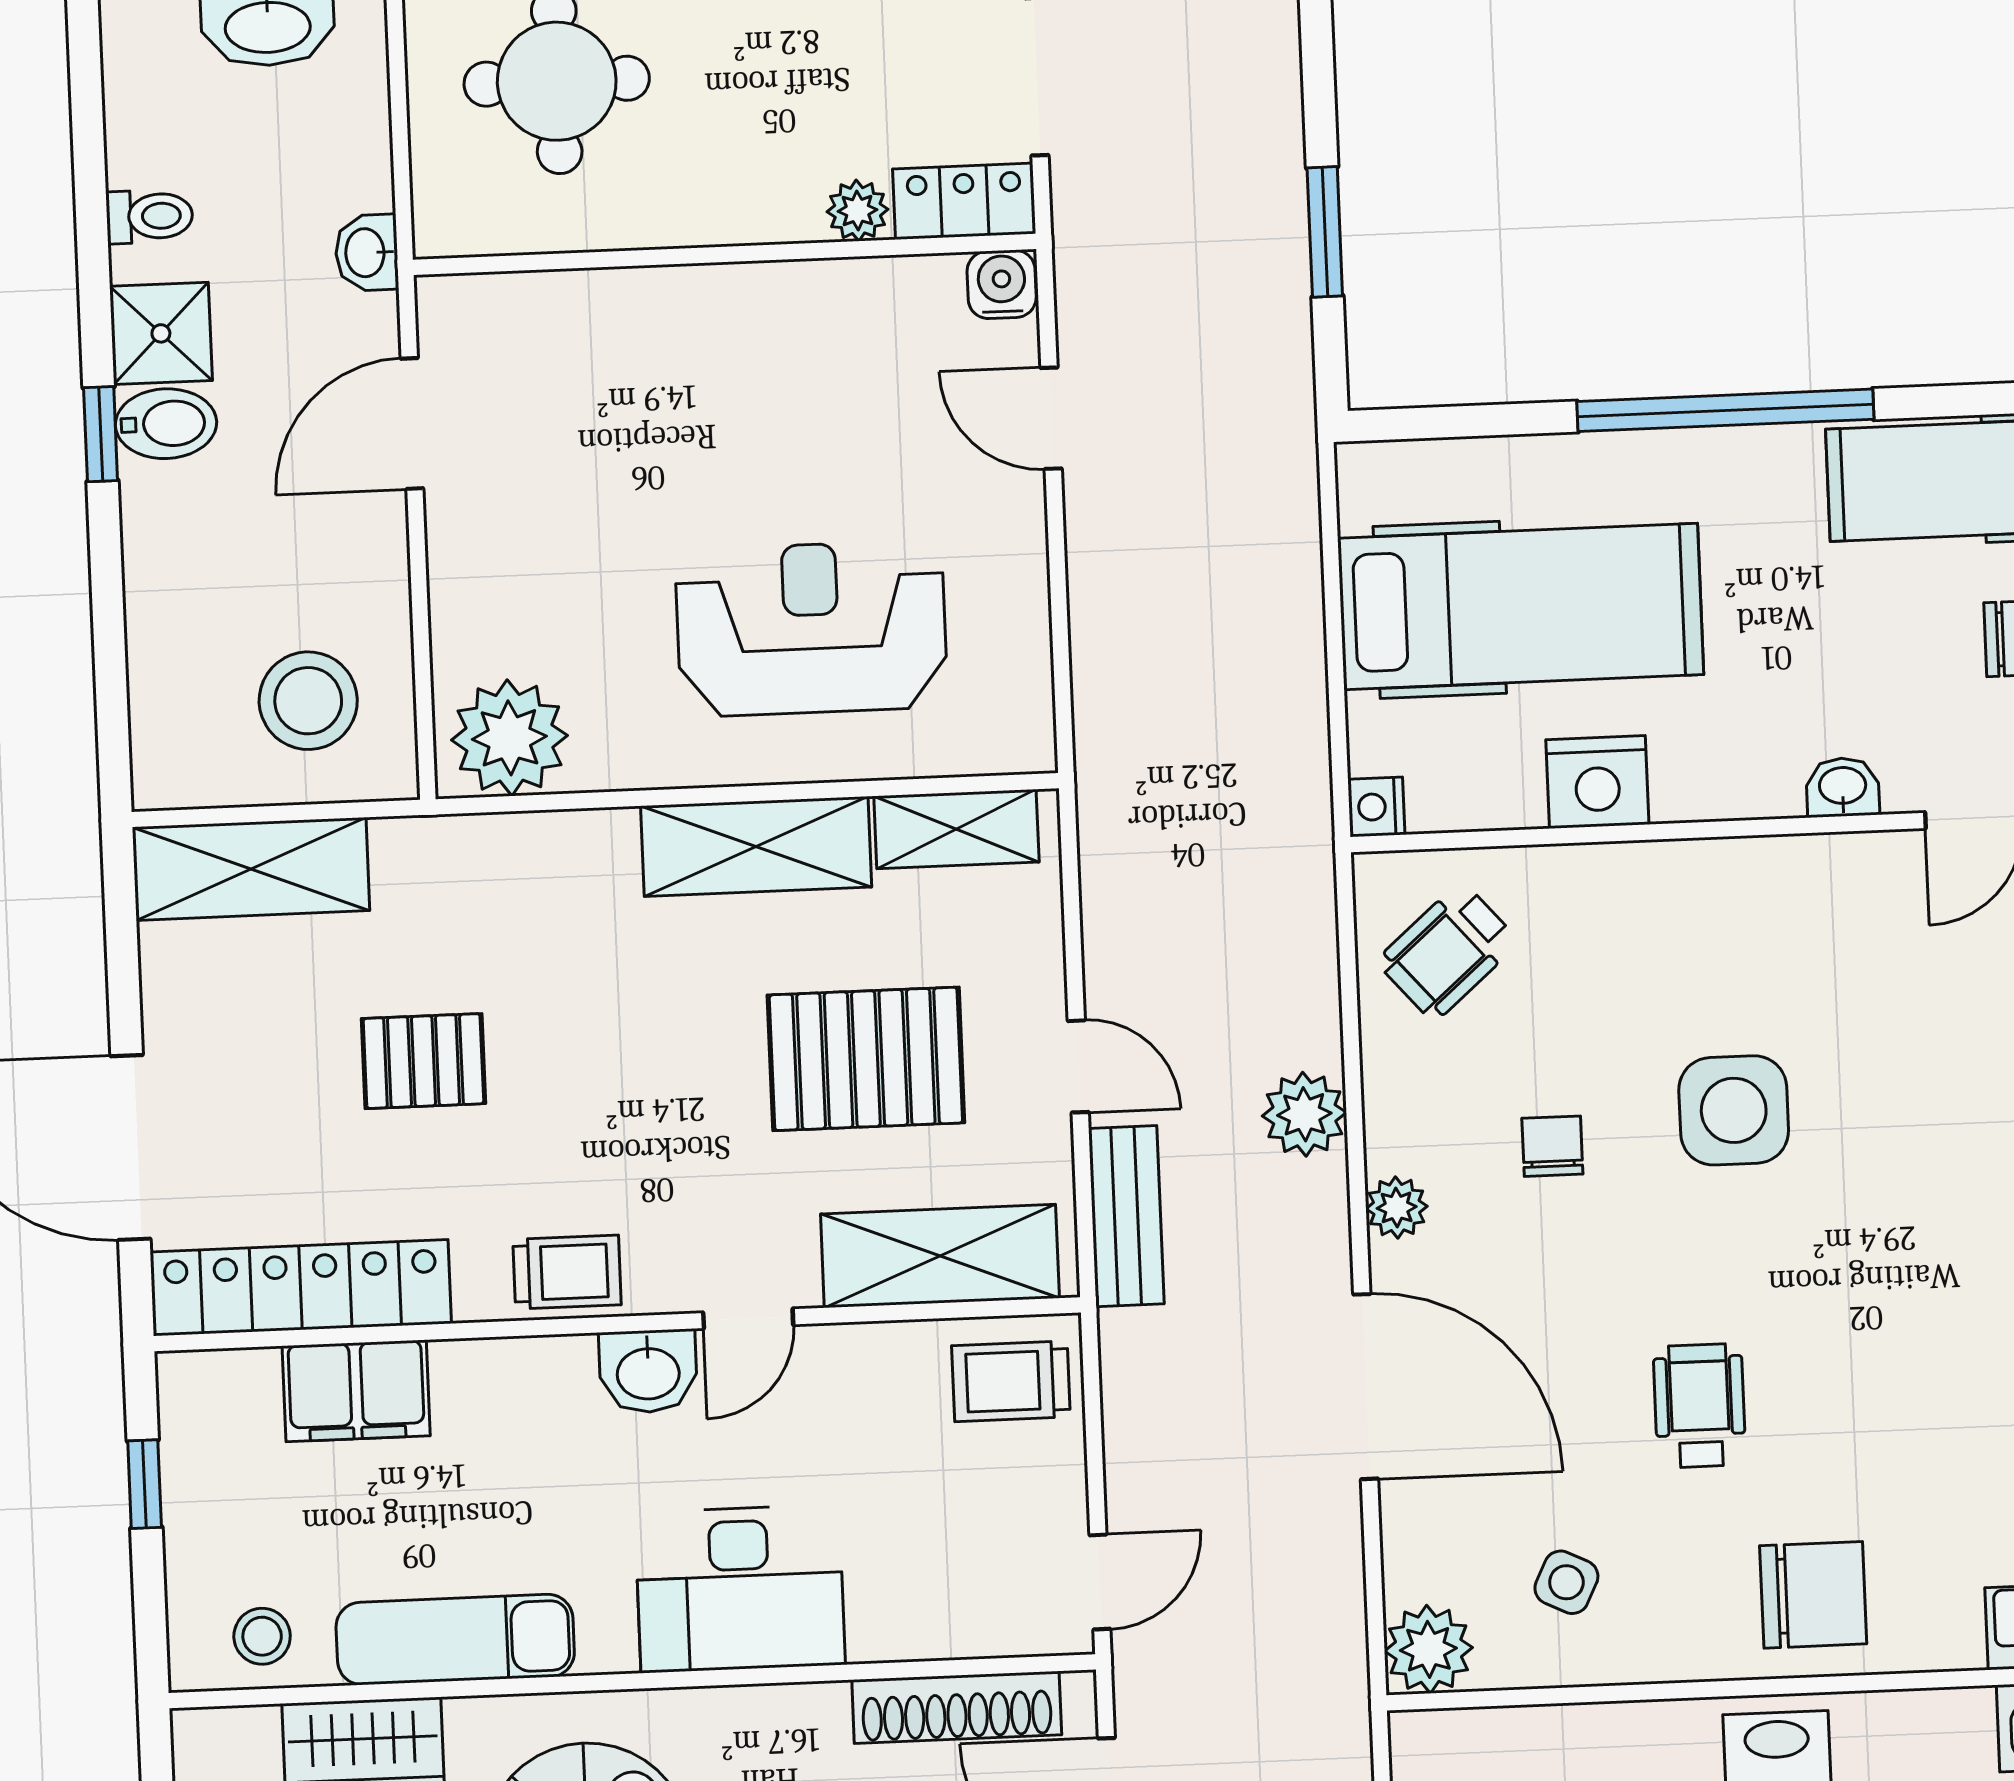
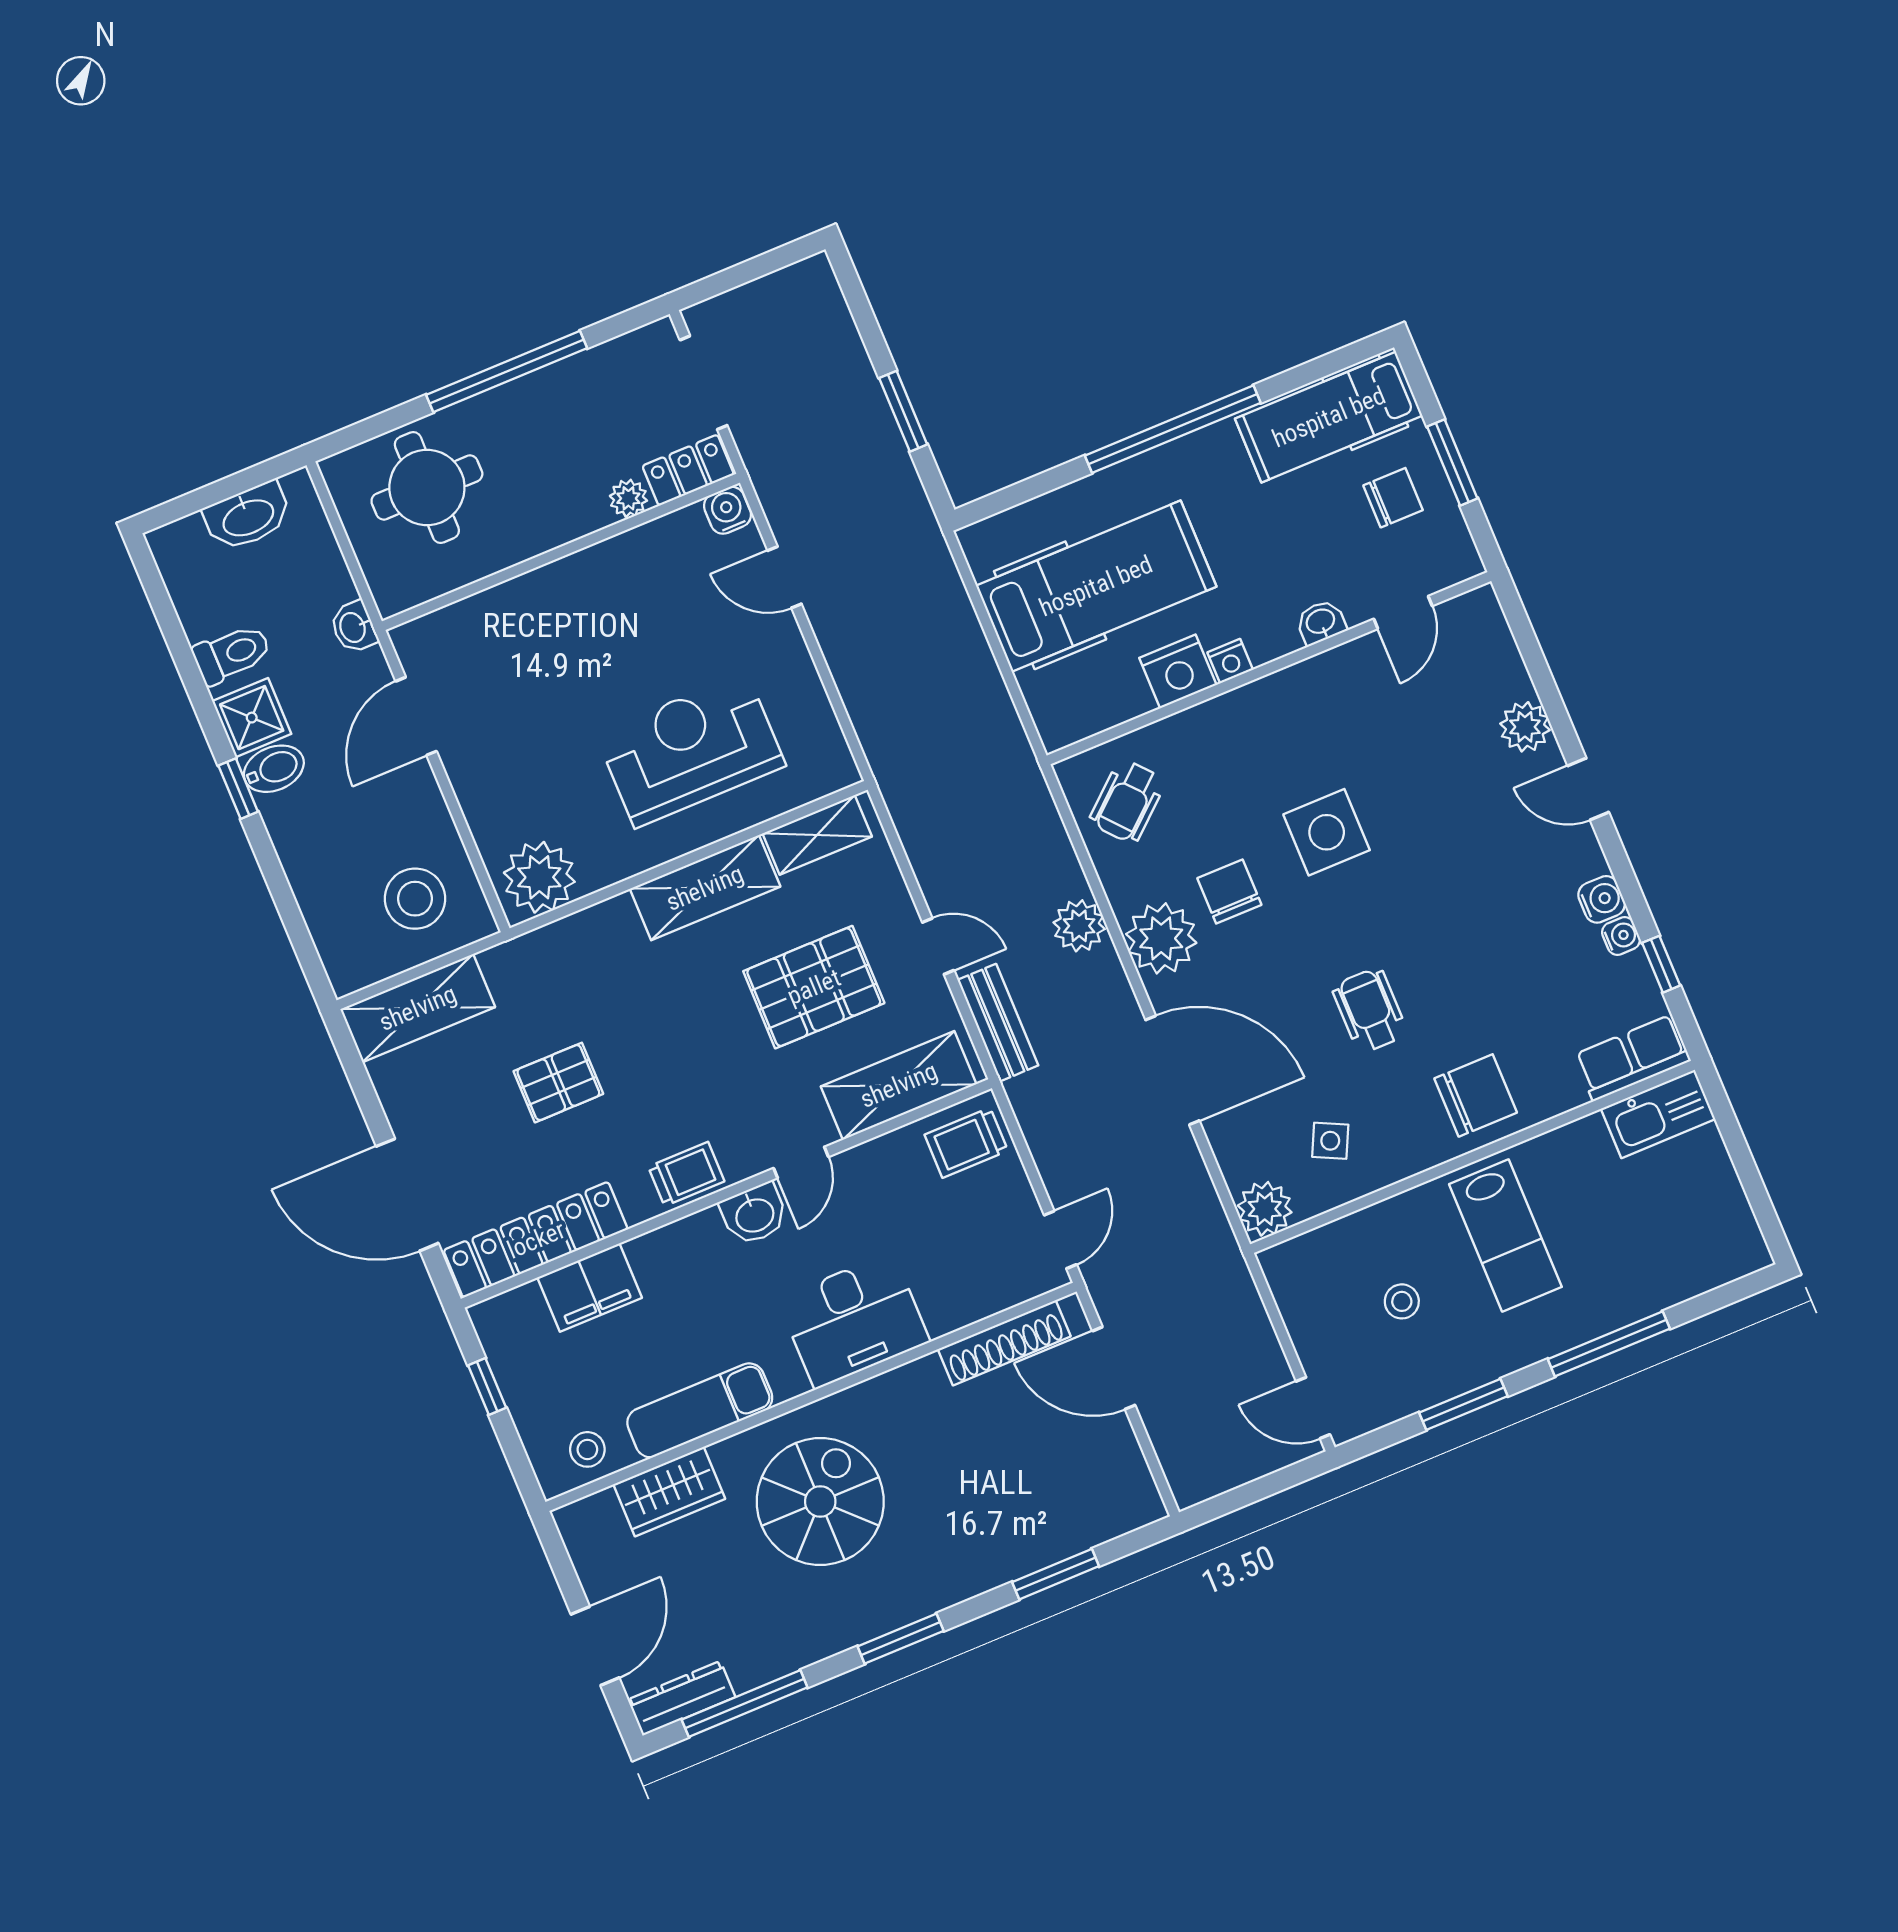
toilet: (149, 216) -> (232, 654), width x1.37, depth x1.39
nightstand: (1376, 807) -> (1230, 661), moved, turned -90
chair: (1552, 1146) -> (1229, 892), width x1.37, depth x1.37
plant: (1397, 1207) -> (1161, 938), width x1.87, depth x1.87

